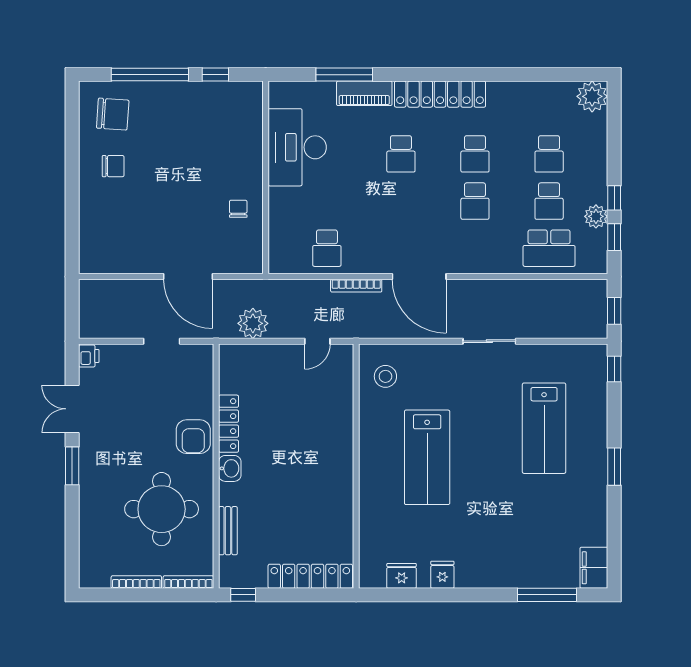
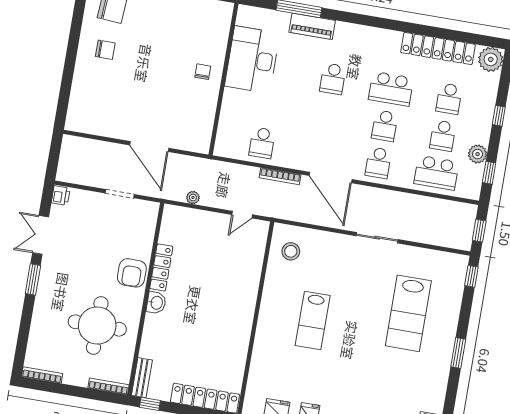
locker: (440, 94) -> (438, 48), moved
school desk: (475, 154) -> (391, 89), width x1.85
window: (614, 198) -> (499, 116), moved
chair: (238, 209) -> (203, 72), moved
school desk: (475, 248) -> (378, 163), added
plant: (253, 323) -> (193, 198), width x0.53, depth x0.53
lab bench: (427, 457) -> (313, 320), width x0.73, depth x0.72
bench: (228, 531) -> (142, 378), moved
bookcase: (136, 582) -> (42, 375), moved

